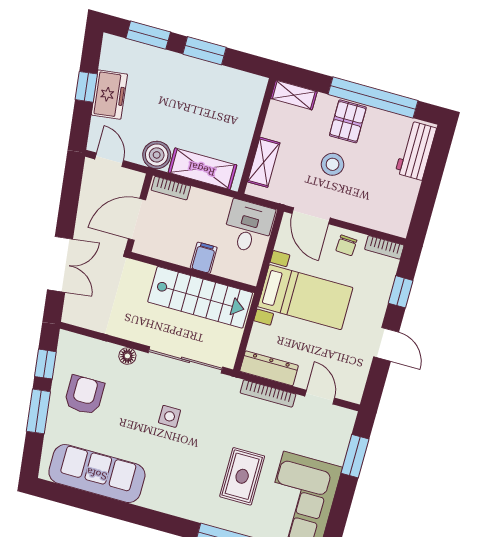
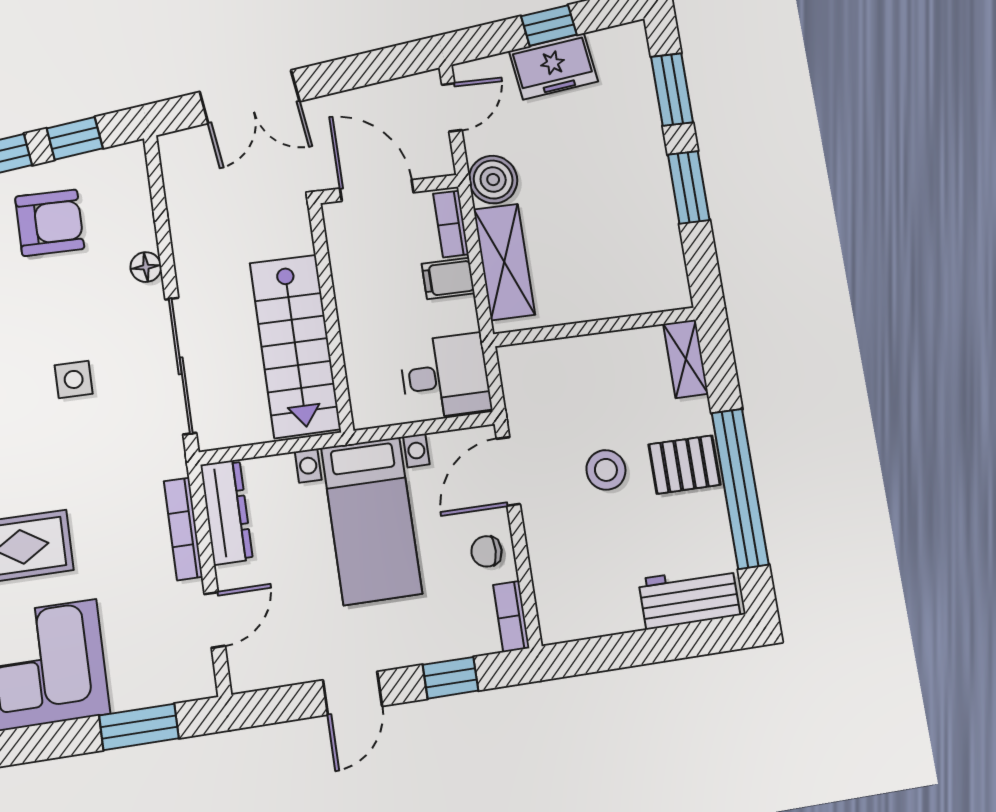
shelving: (264, 162) -> (559, 356), removed
filing cabinet: (204, 258) -> (448, 278), moved, turned 180

